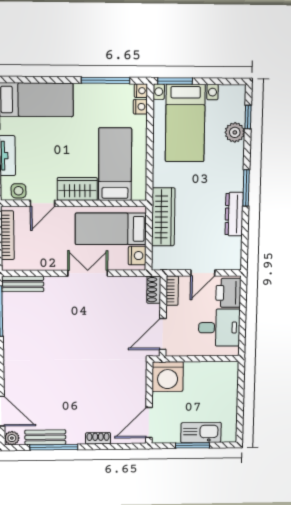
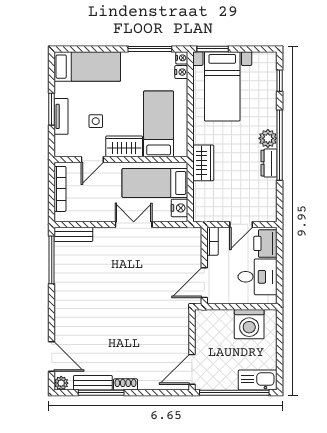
plant: (235, 132) -> (268, 138), moved
window: (246, 188) -> (280, 145), width x2.11
side table: (19, 191) -> (96, 121), moved
dresser: (234, 214) -> (269, 163), width x0.70
wardrobe: (163, 217) -> (203, 163), width x0.67
shoe rack: (154, 290) -> (195, 240), removed
washing machine: (168, 377) -> (249, 324), moved
kitchen sink: (201, 433) -> (258, 380), moved
shoe rack: (98, 438) -> (125, 384), moved
window: (192, 445) -> (234, 393), width x2.11

